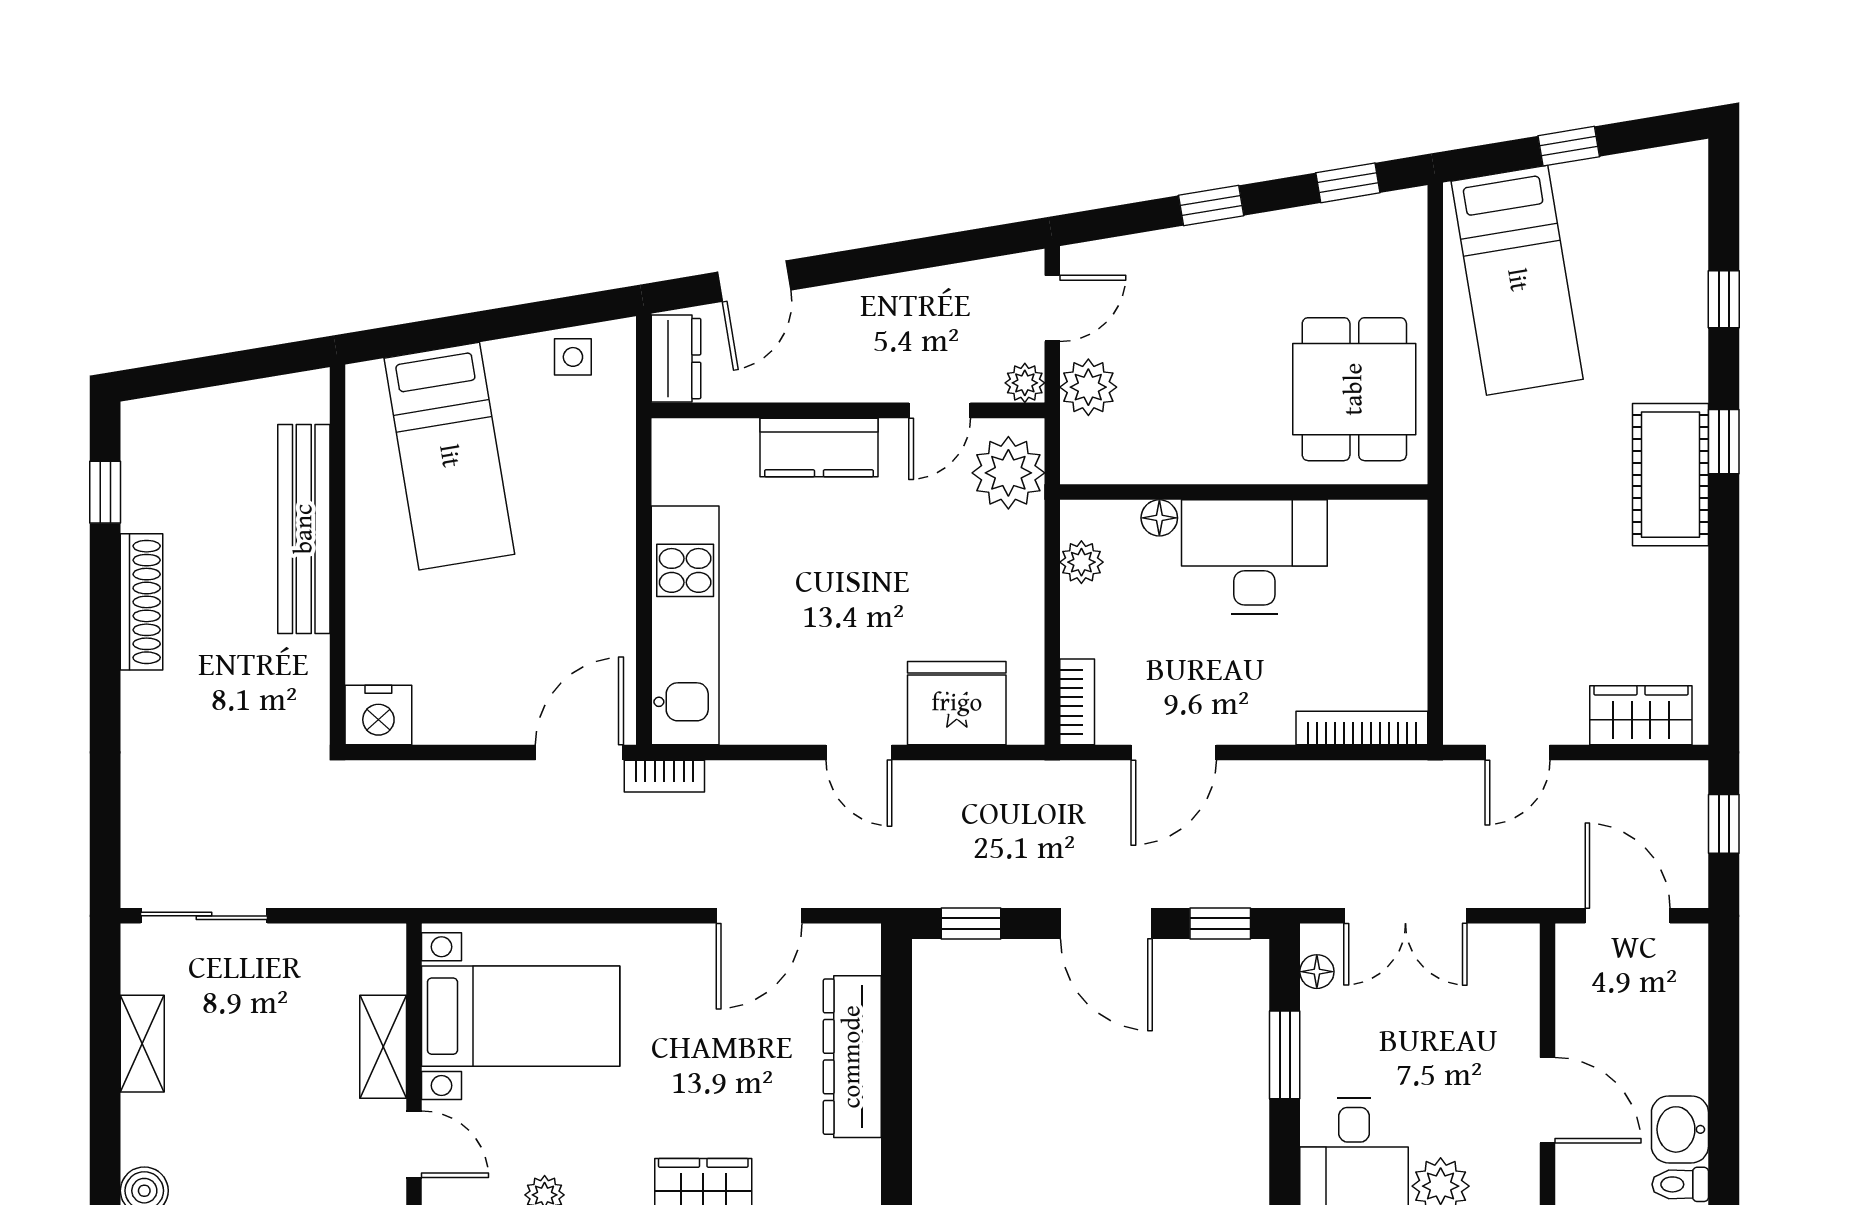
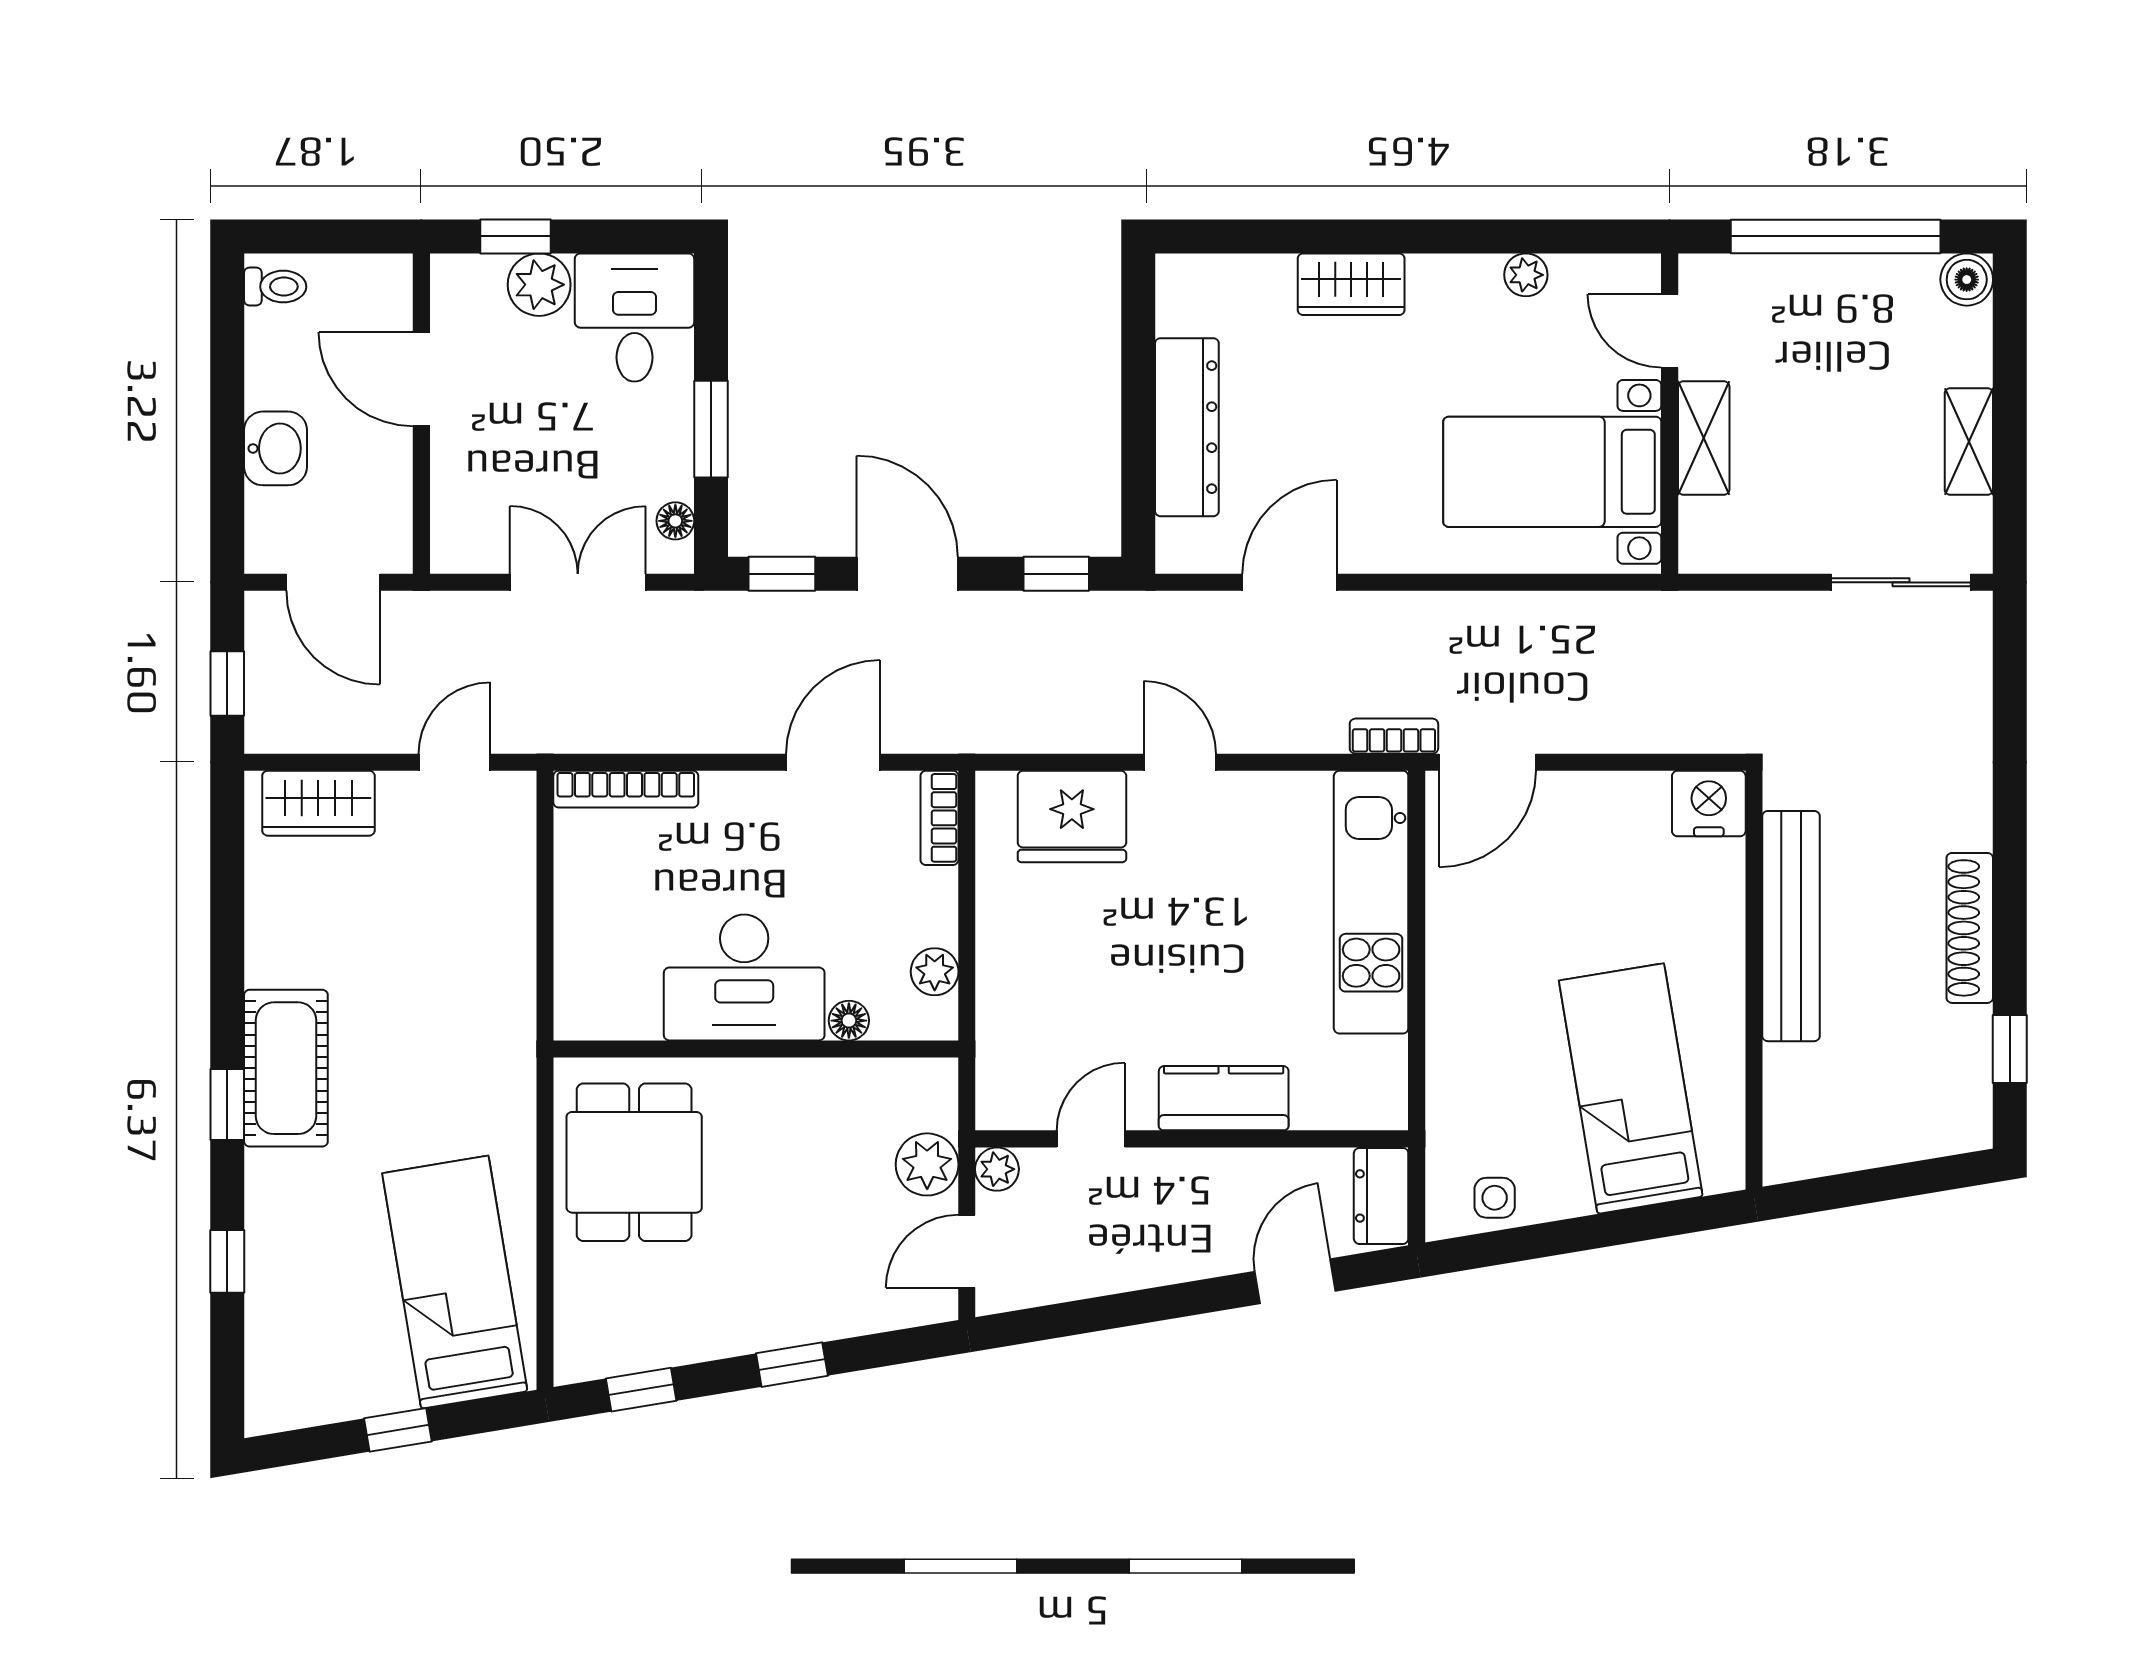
plant: (1008, 473) -> (1015, 1070), removed
bench: (304, 529) -> (1791, 926), moved
washbasin: (1680, 1129) -> (276, 448), moved

